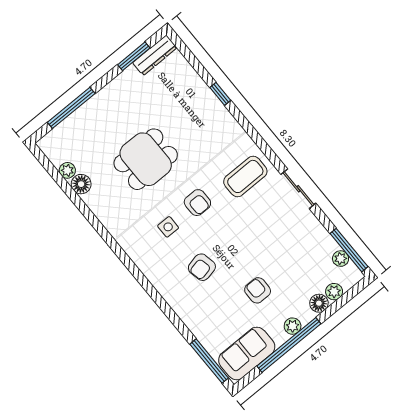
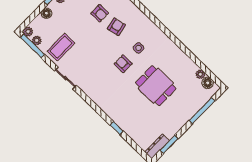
dining table: (146, 159) -> (156, 86), turned 90
coffee table: (245, 176) -> (61, 47), moved
floor lamp: (81, 184) -> (208, 83), moved
armchair: (258, 290) -> (100, 13), moved
plant: (334, 292) -> (28, 32), moved

